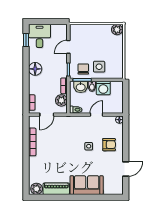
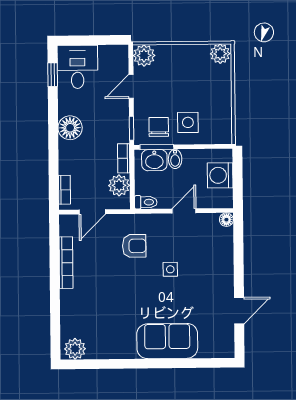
plant: (76, 30) -> (144, 55), added
washing machine: (103, 88) -> (220, 175), moved, turned 90
armchair: (109, 145) -> (134, 246), moved
piano: (56, 189) -> (111, 348), removed

